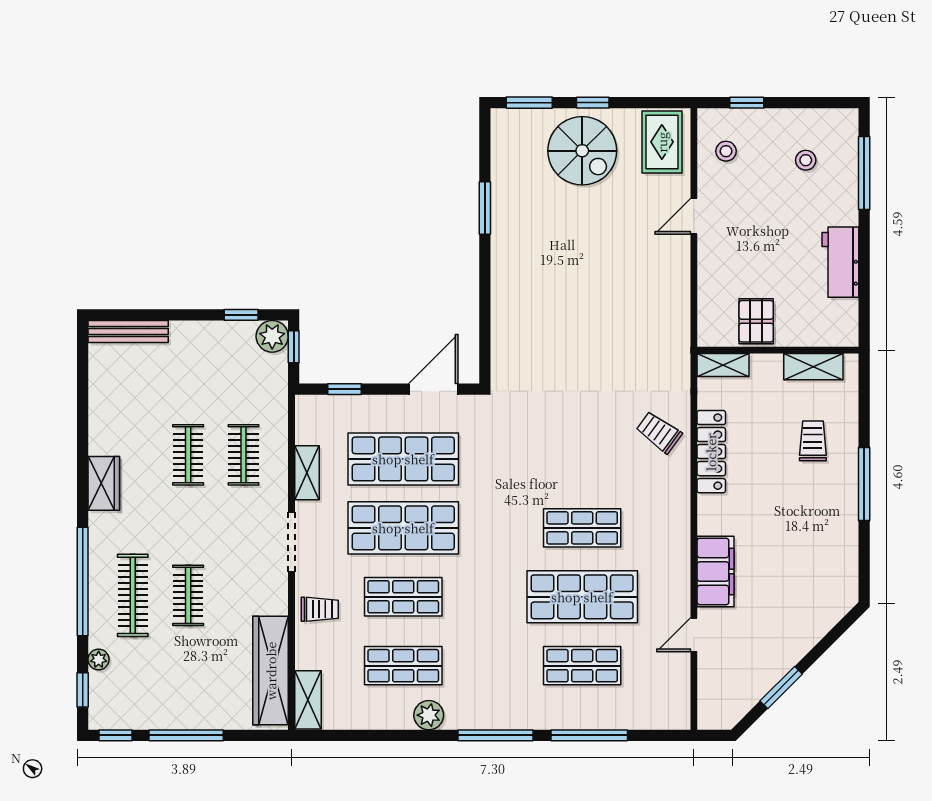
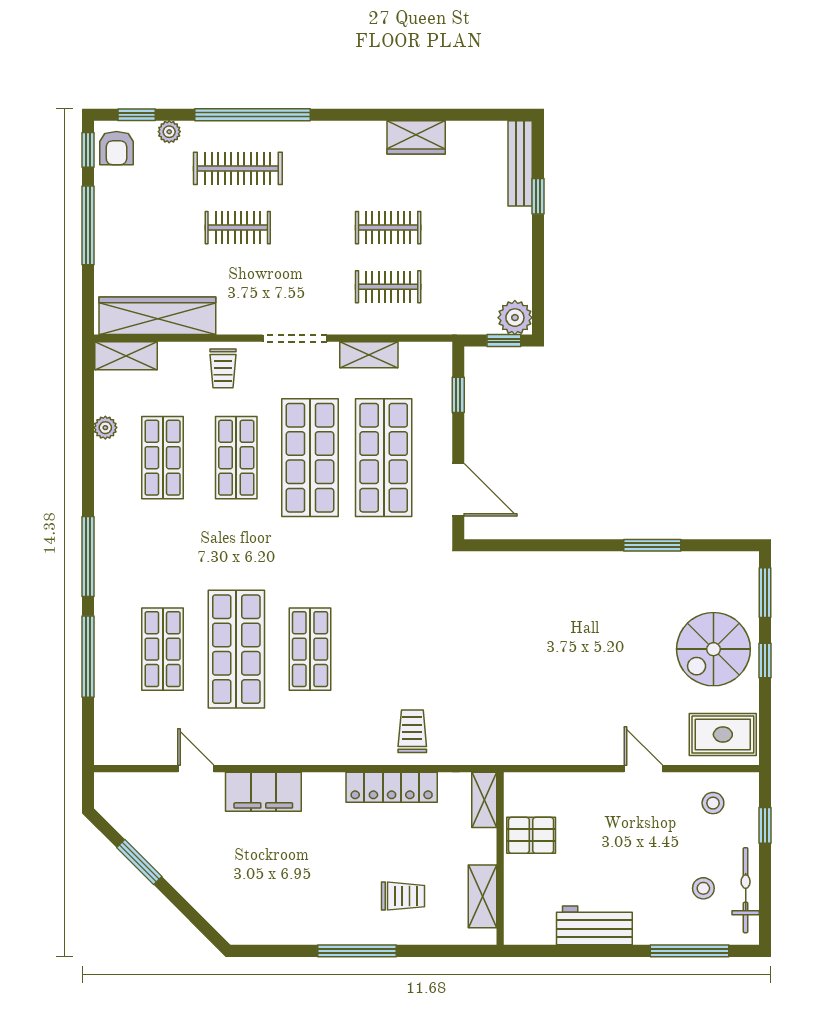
bicycle: (807, 121) -> (746, 890), added
window: (241, 315) -> (538, 196), moved
trolley: (659, 432) -> (412, 731), turned -36
wardrobe: (104, 483) -> (416, 137), moved
armchair: (114, 709) -> (116, 148), added
plant: (429, 715) -> (105, 428), moved, width x0.73, depth x0.73

